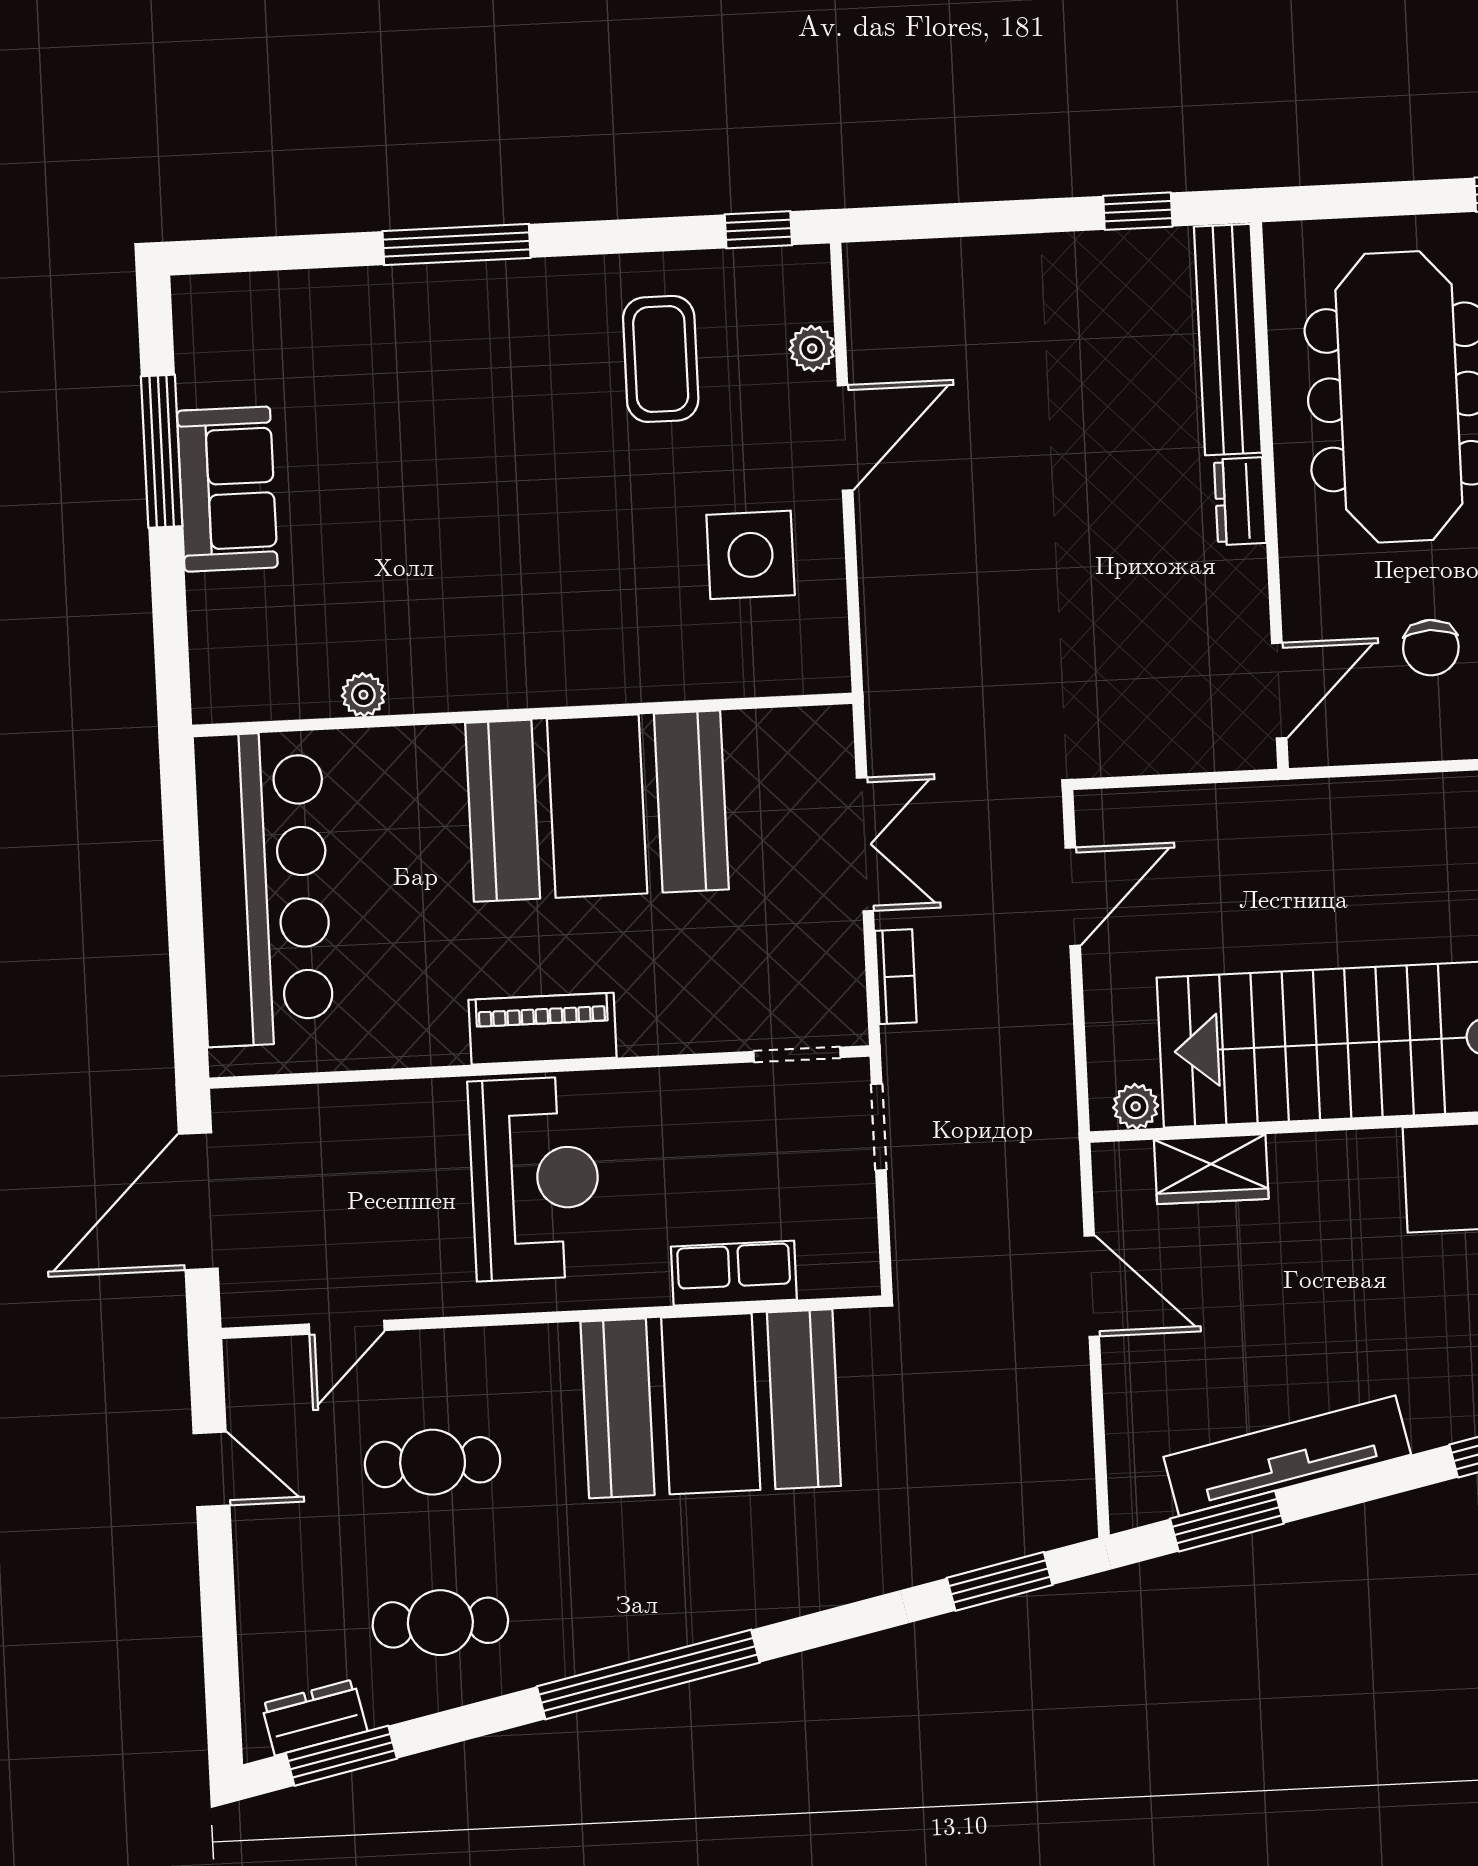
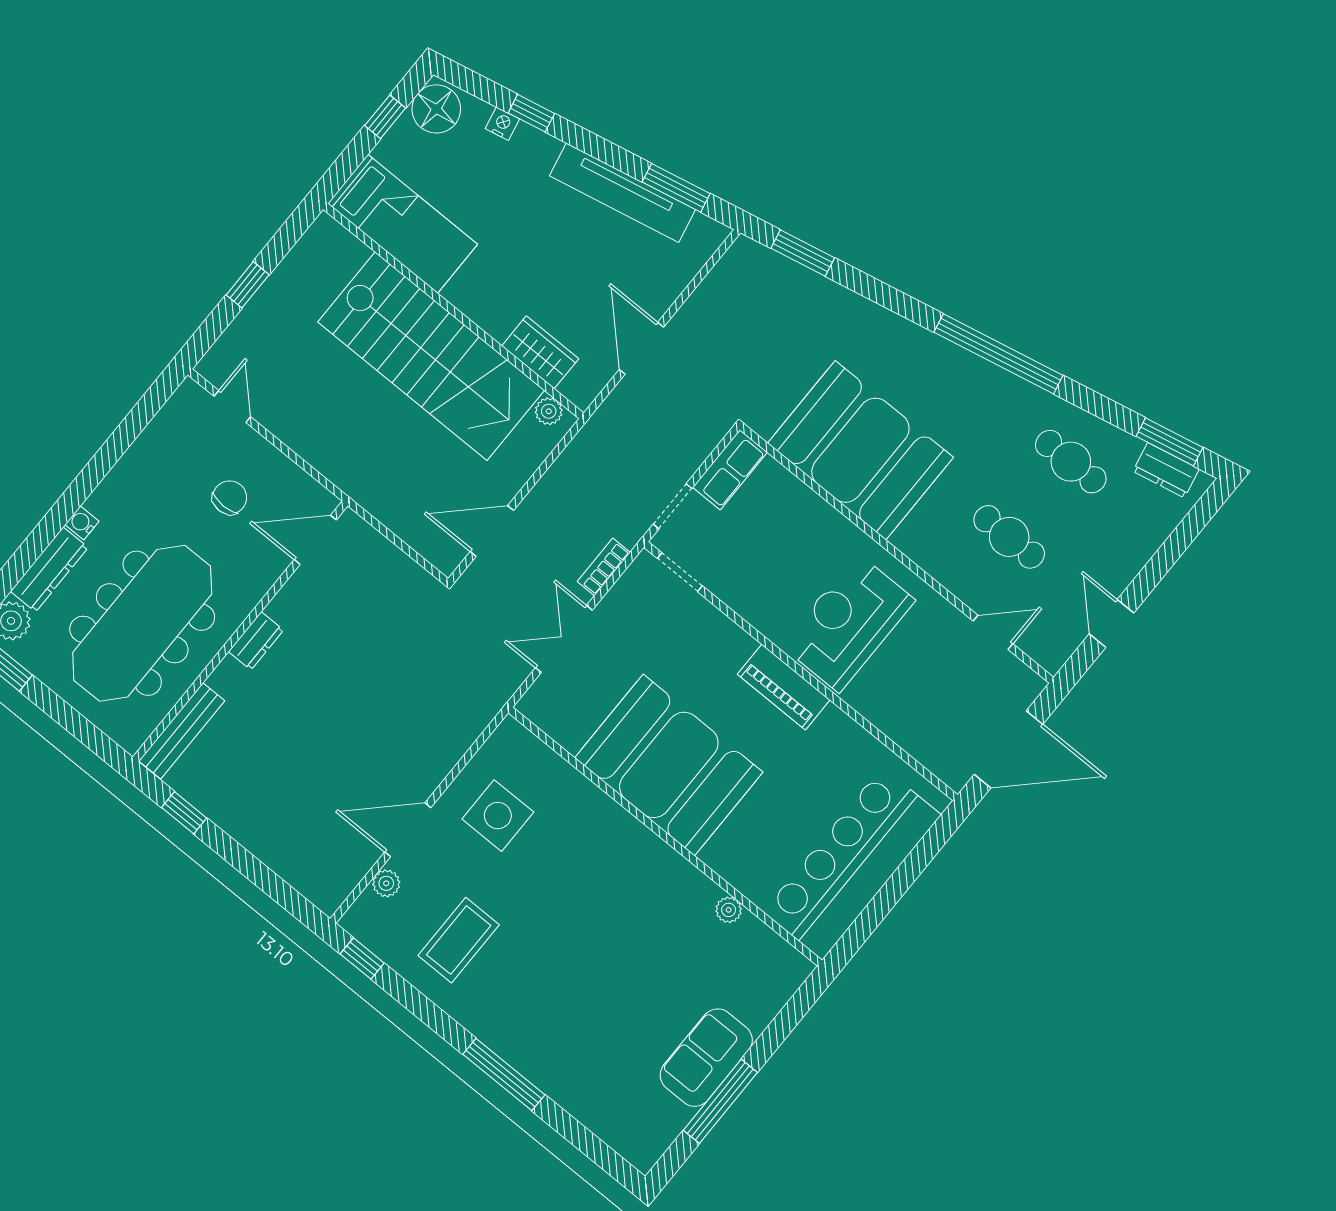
bench: (1228, 340) -> (182, 731), width x0.73, depth x0.82
row of seats: (734, 1273) -> (730, 470), moved, turned -90

